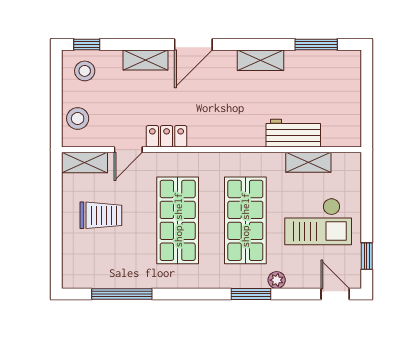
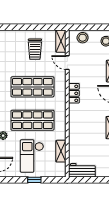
workbench: (293, 133) -> (82, 170), moved, turned -90
locker: (167, 136) -> (74, 93), moved
window: (367, 256) -> (34, 180), moved

